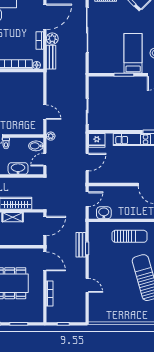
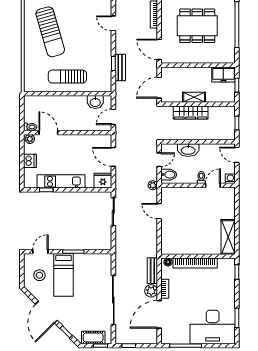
door: (87, 162) -> (113, 157), hinge flipped

